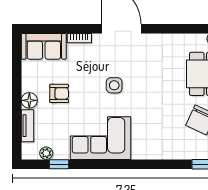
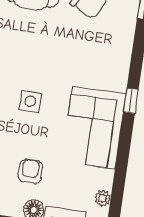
window: (59, 164) -> (131, 101), moved

